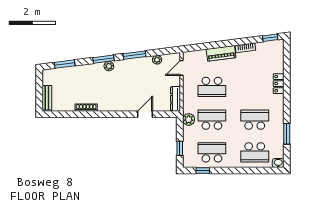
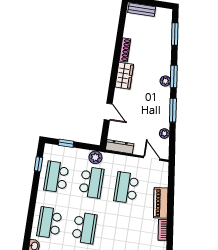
wardrobe: (110, 104) -> (124, 76), added
school desk: (212, 152) -> (56, 177), turned 180

